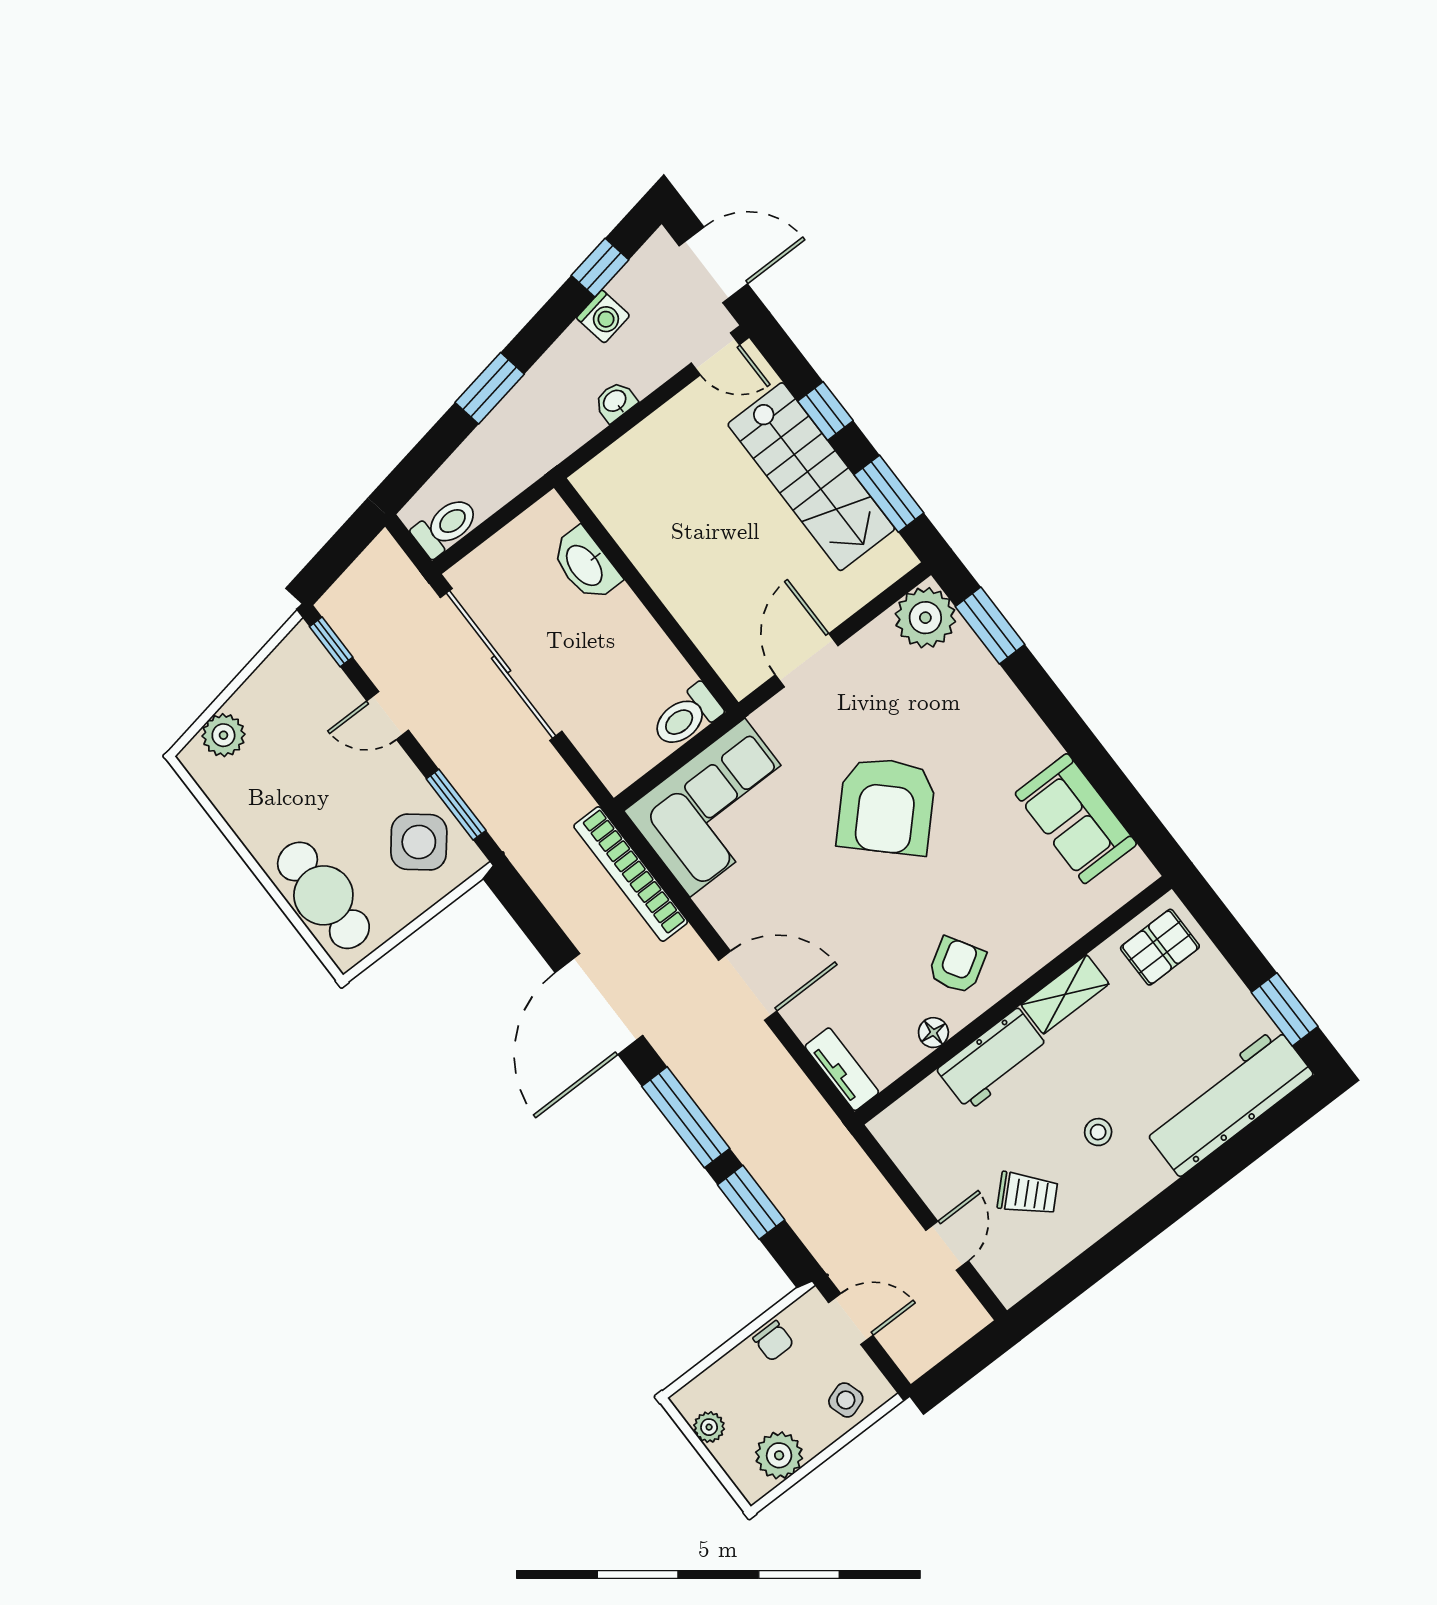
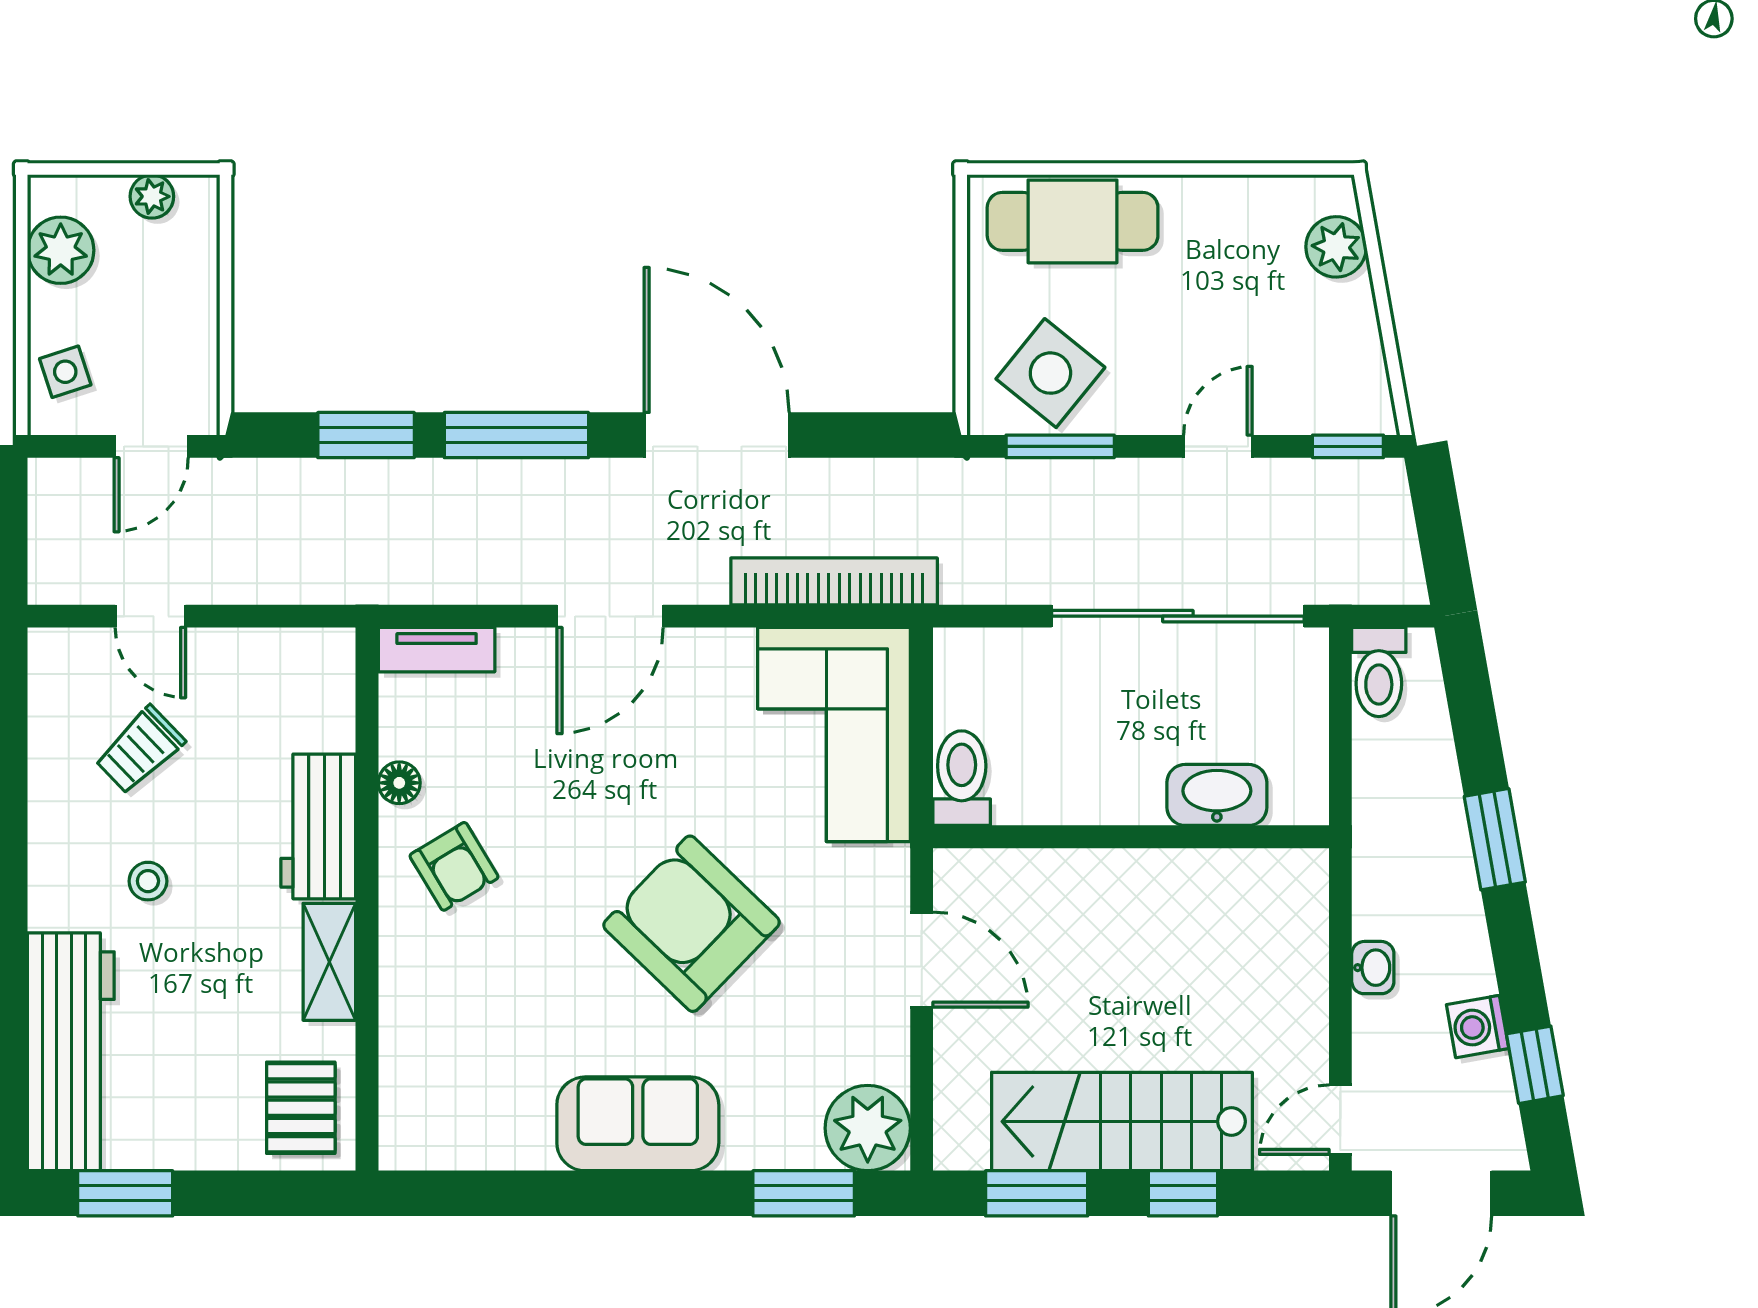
sofa: (1076, 819) -> (638, 1124), moved
chair: (773, 1341) -> (193, 342), removed

